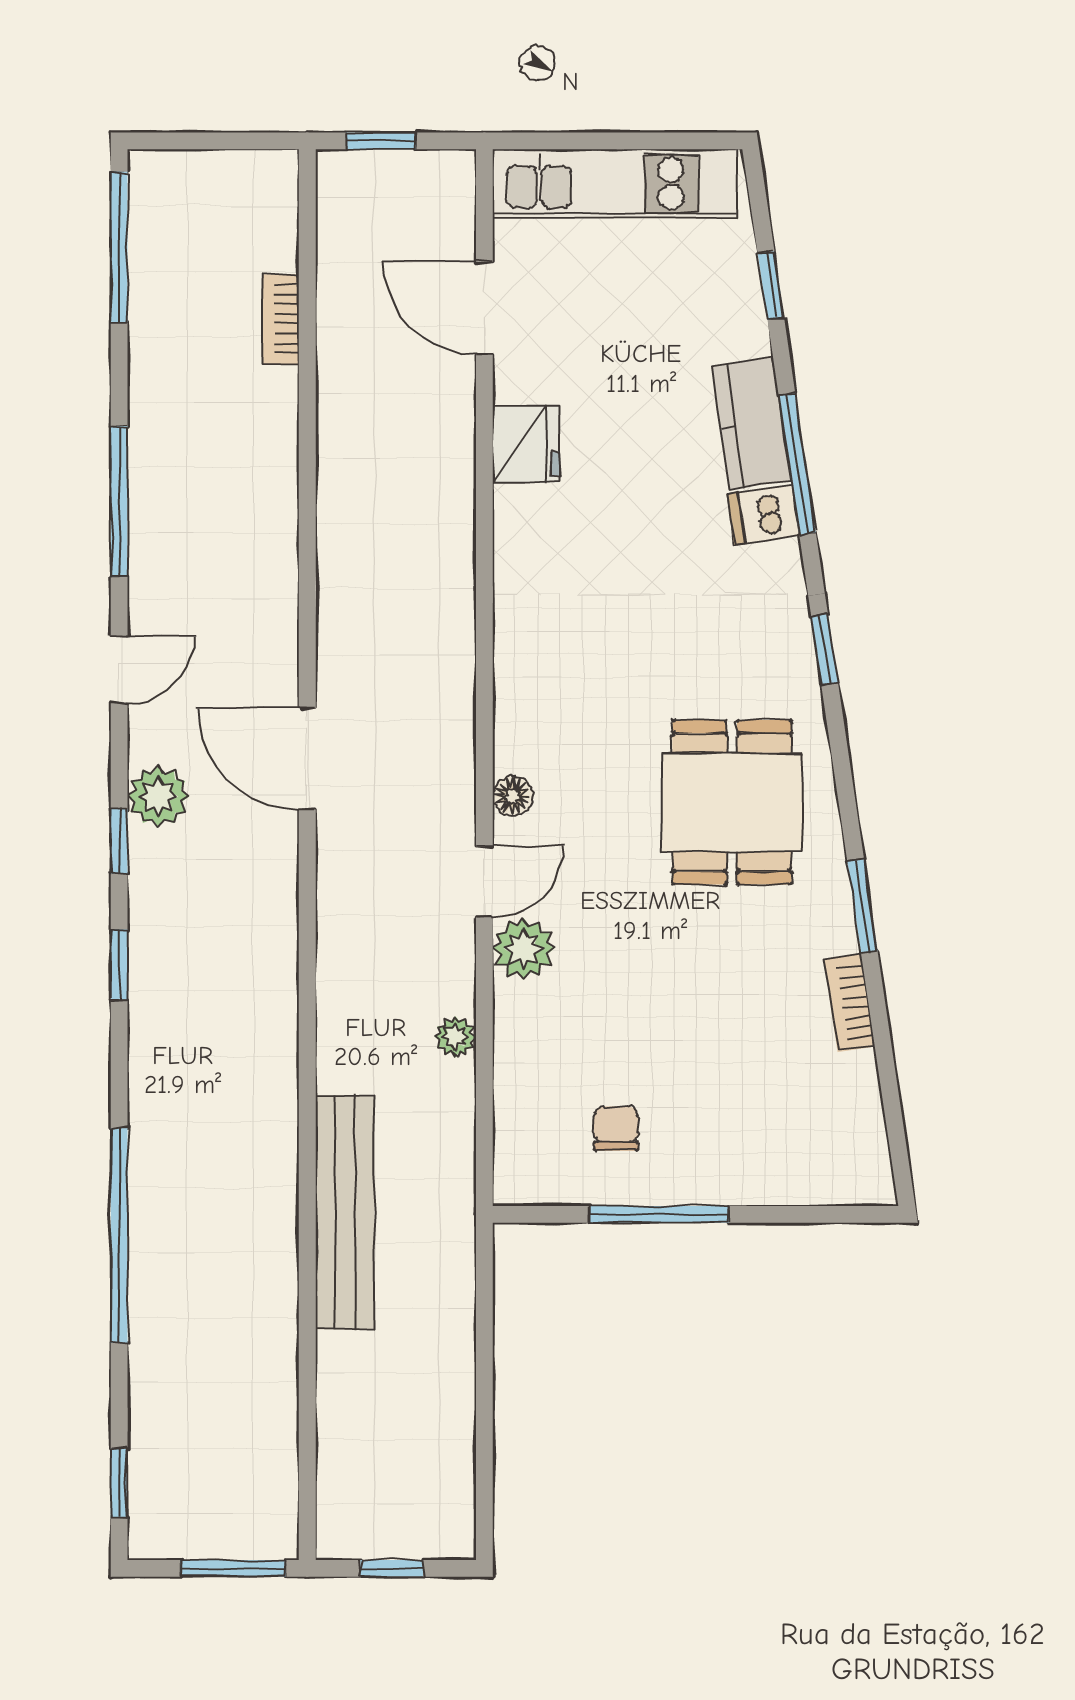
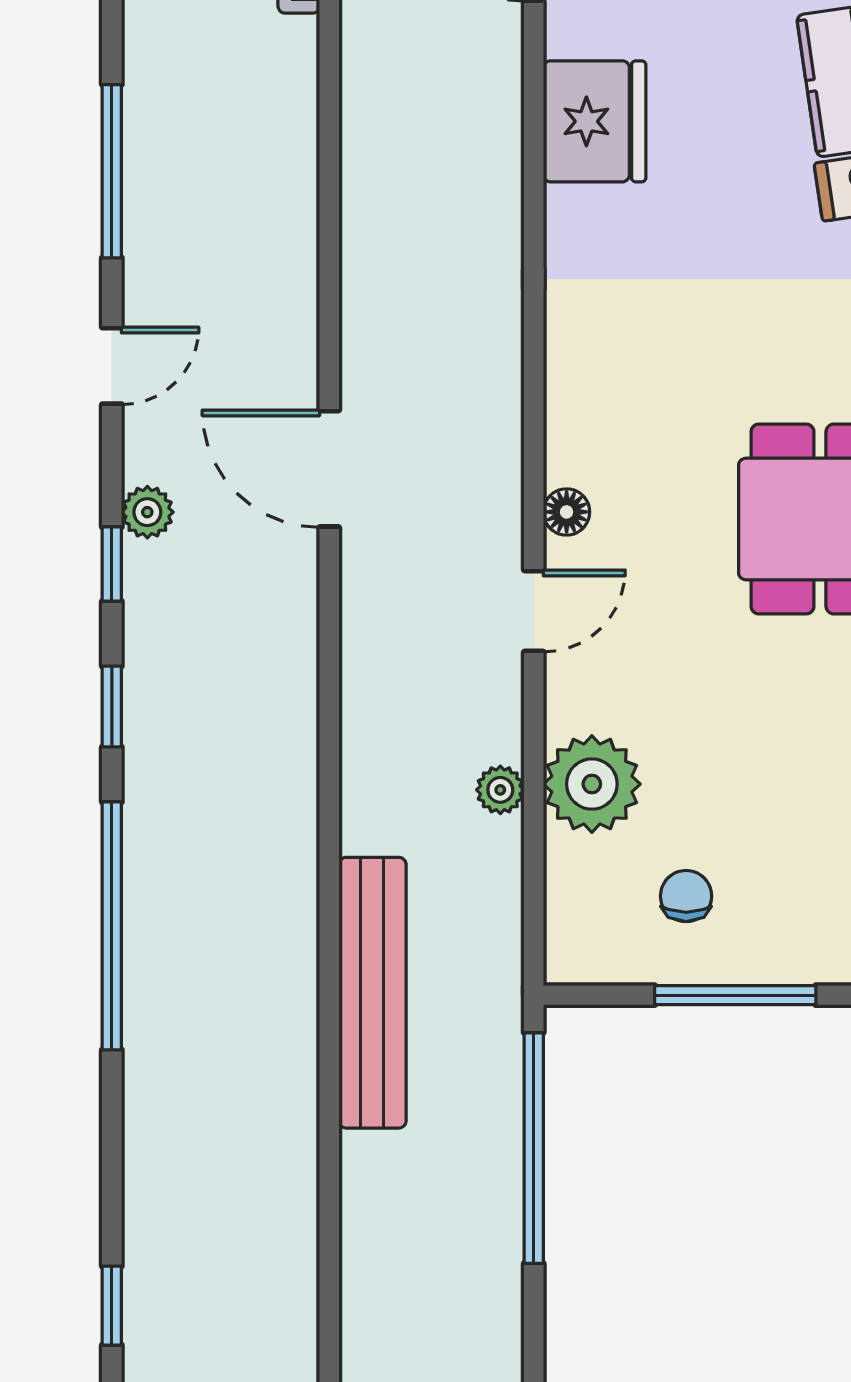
fridge: (526, 444) -> (595, 121), width x1.36, depth x1.34
plant: (158, 796) -> (147, 512), width x0.73, depth x0.73
plant: (523, 949) -> (592, 784), moved, width x1.36, depth x1.36
window: (119, 1236) -> (112, 926), moved
window: (484, 1347) -> (534, 1148), added

